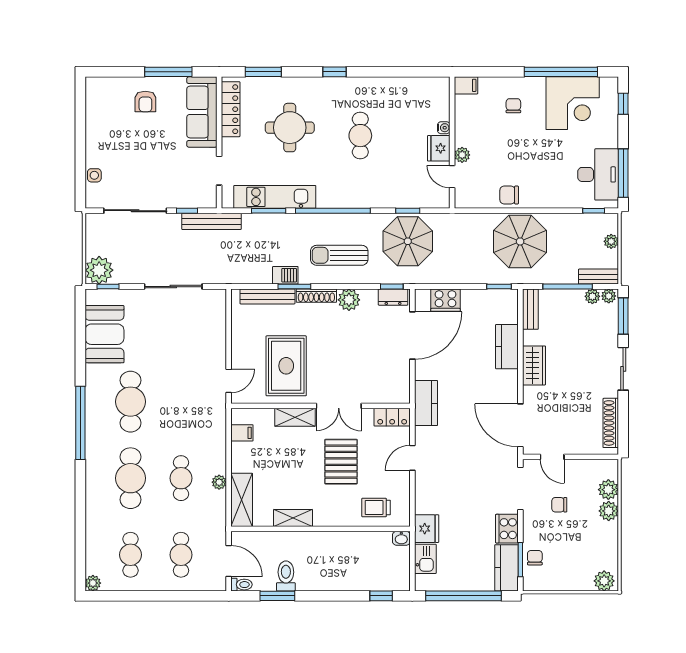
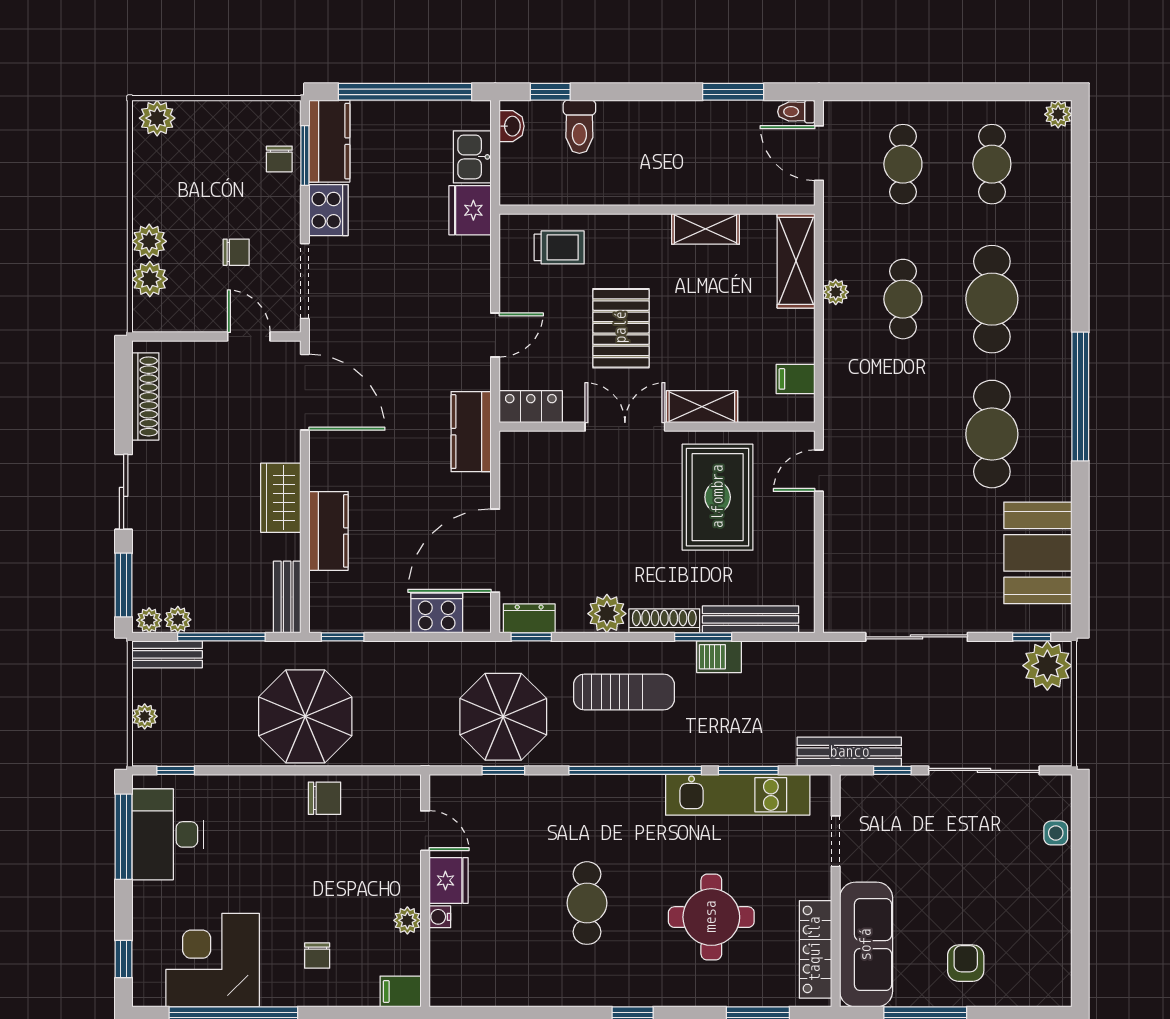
plant: (462, 155) -> (407, 920), moved
washbasin: (401, 538) -> (512, 126), moved, turned 90
toilet: (286, 576) -> (579, 127), moved

